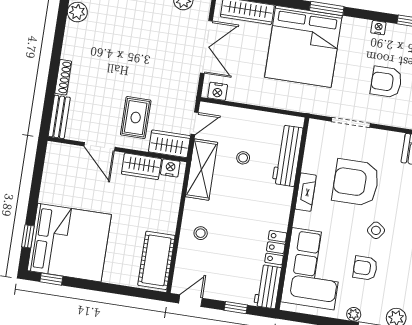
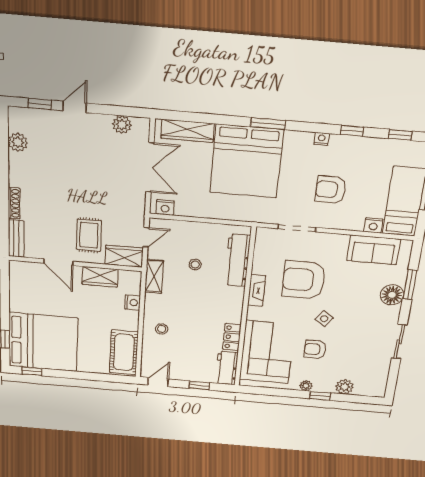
nightstand: (170, 168) -> (133, 303), moved, turned 90
shelving: (202, 170) -> (154, 276), width x0.67, depth x0.75

